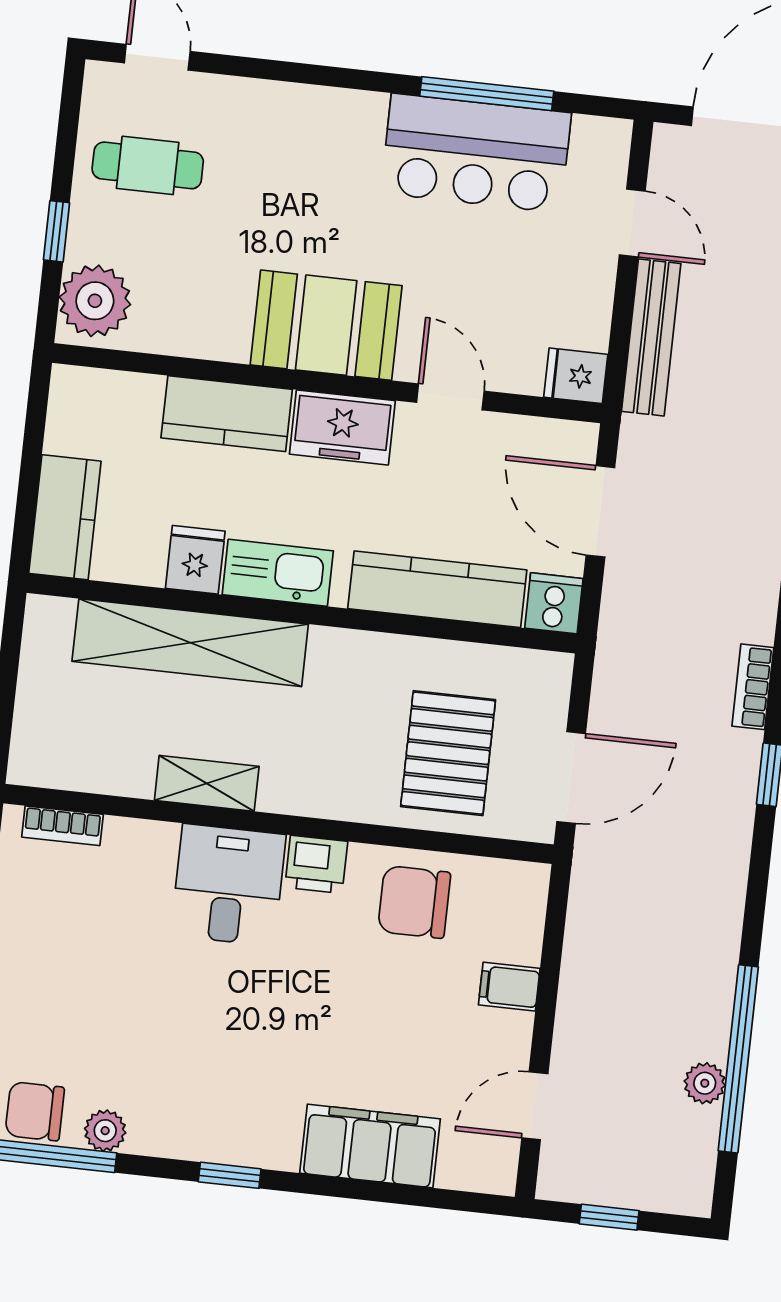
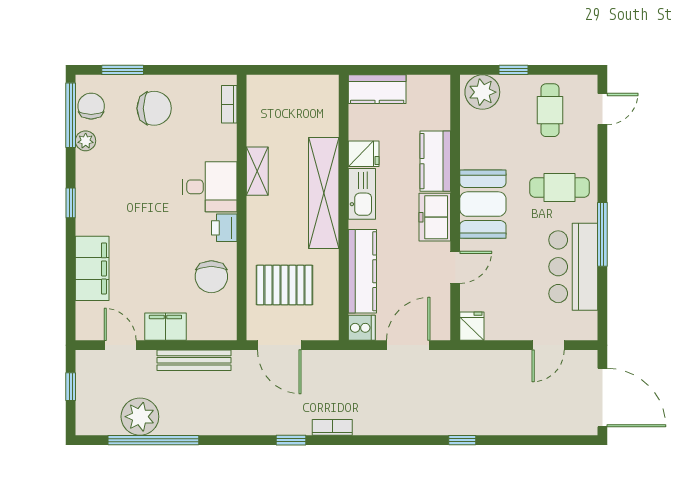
window: (487, 94) -> (602, 234), moved
cafe table: (309, 163) -> (560, 187), added
bench: (651, 337) -> (194, 360), moved
shelving: (190, 643) -> (324, 193), moved
chair: (414, 902) -> (211, 277), turned 180
chair: (54, 982) -> (154, 108), added
filing cabinet: (509, 987) -> (165, 327), width x2.00
plant: (705, 1083) -> (140, 417), width x1.87, depth x1.87

